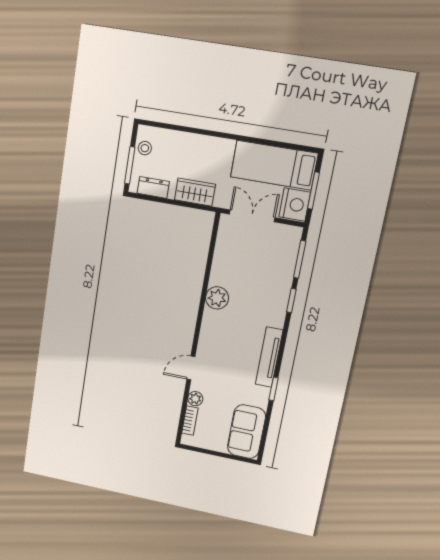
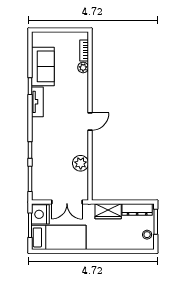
dresser: (153, 187) -> (137, 210), width x1.44
plant: (217, 298) -> (81, 163), moved
tv unit: (269, 357) -> (37, 102), width x0.71
door: (191, 368) -> (90, 122), moved
sofa: (246, 432) -> (43, 66), moved

